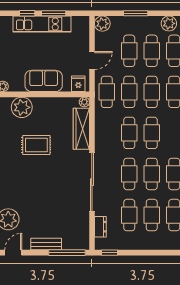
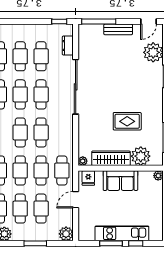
wardrobe: (81, 129) -> (111, 158), moved, turned -90

